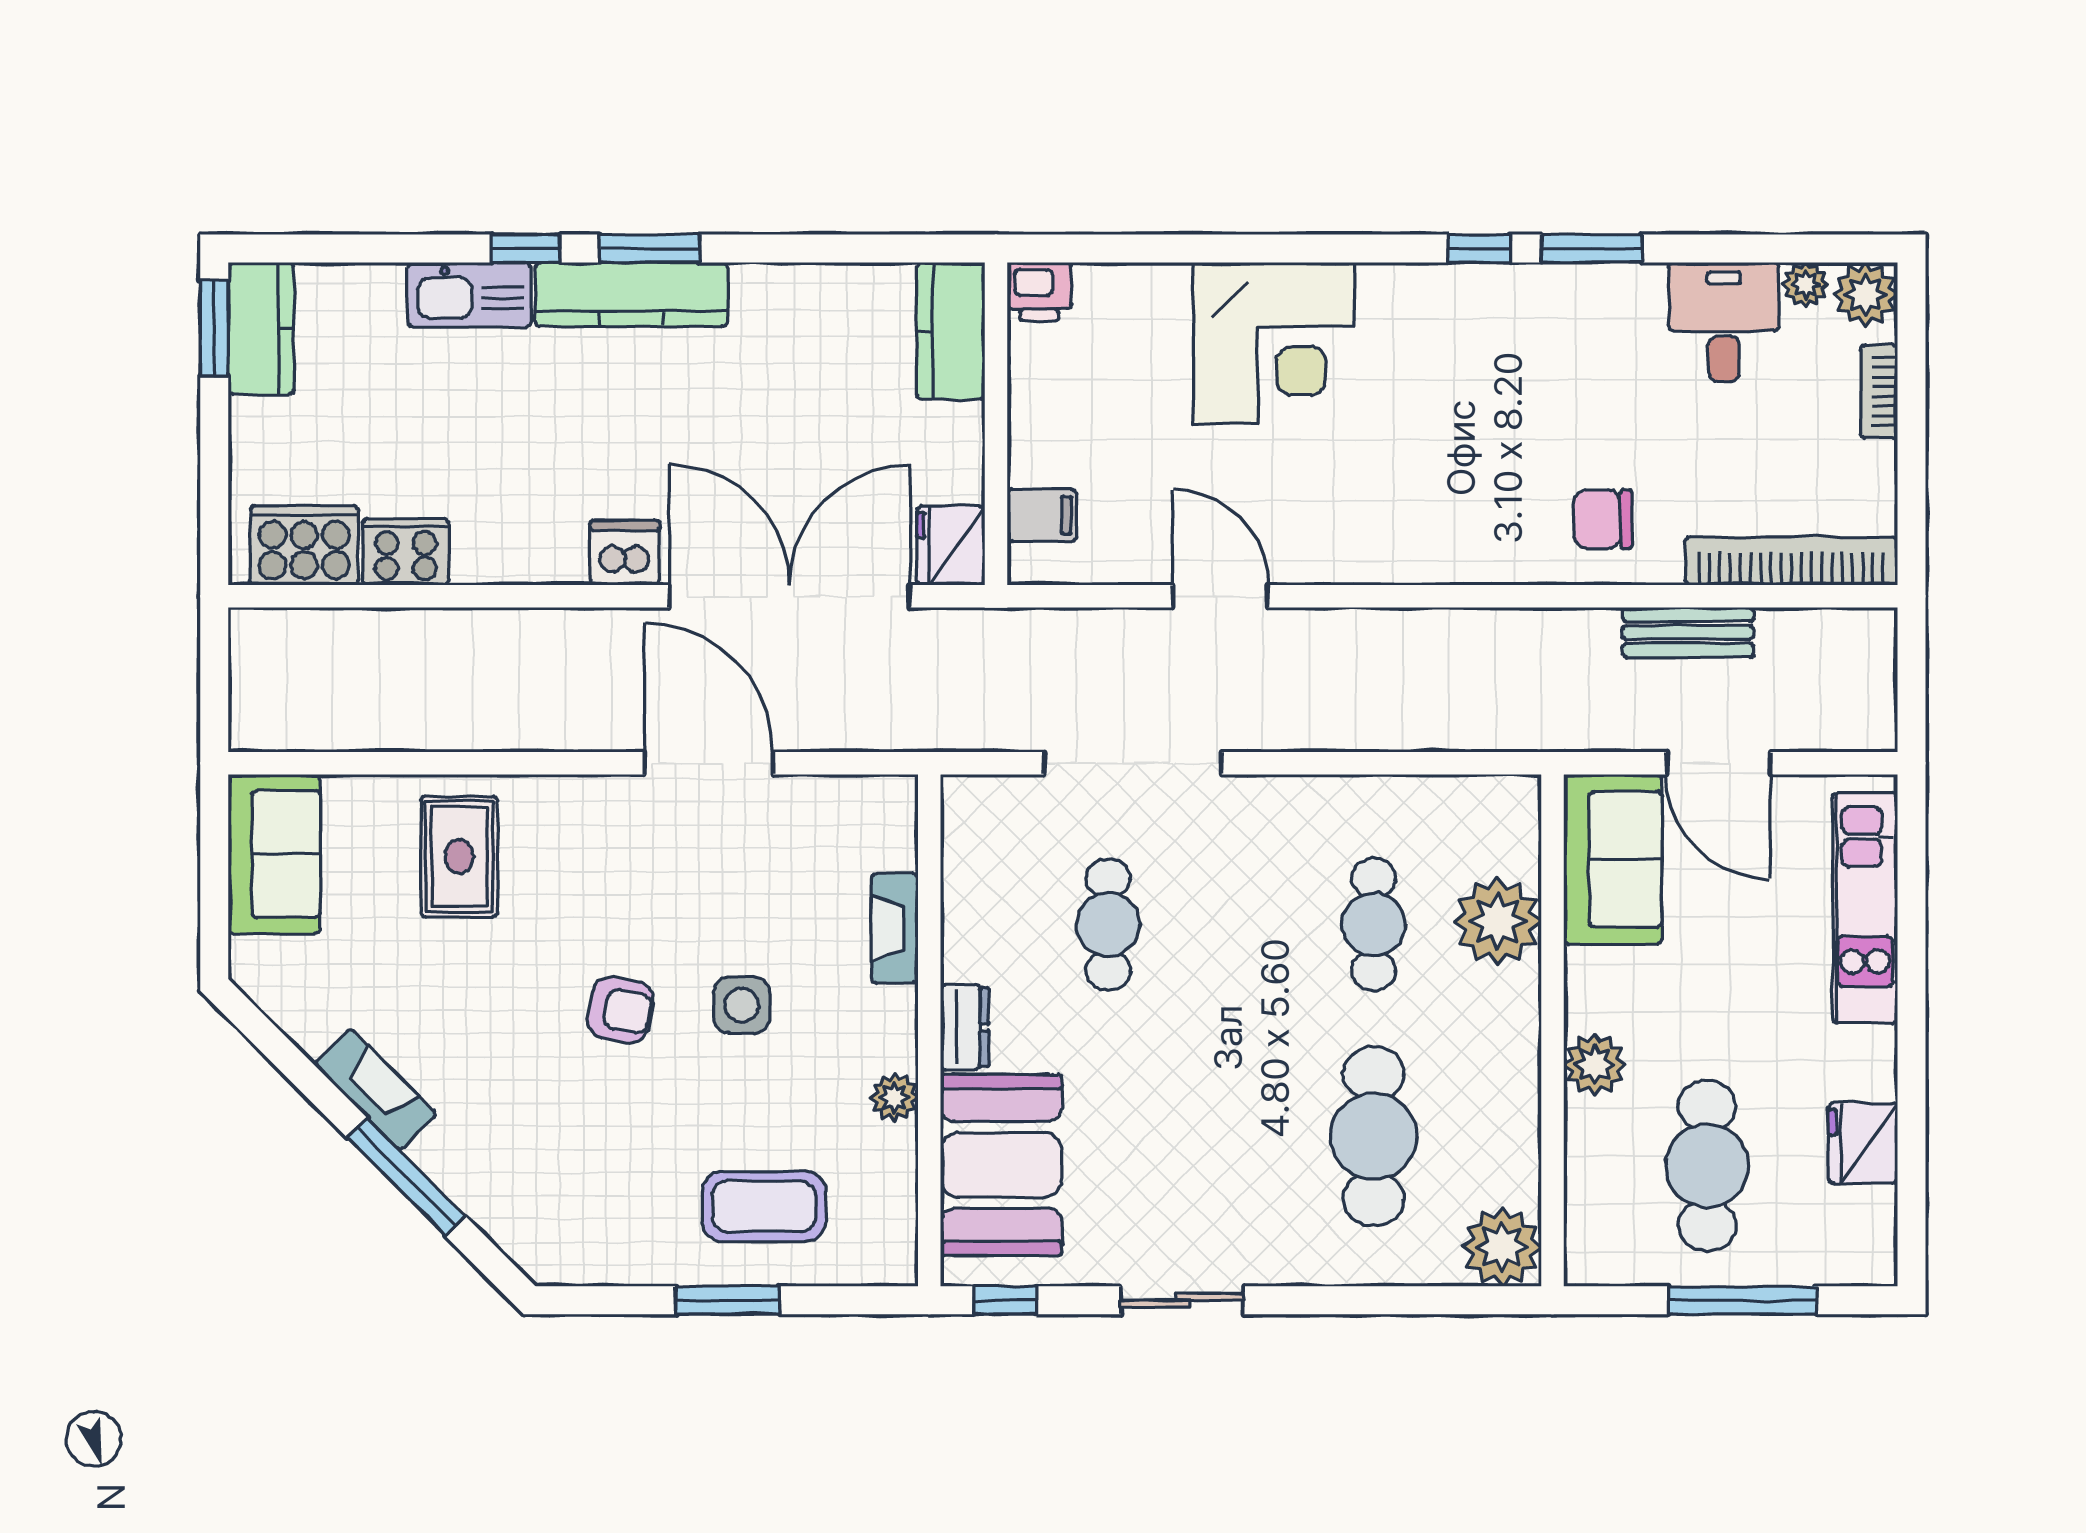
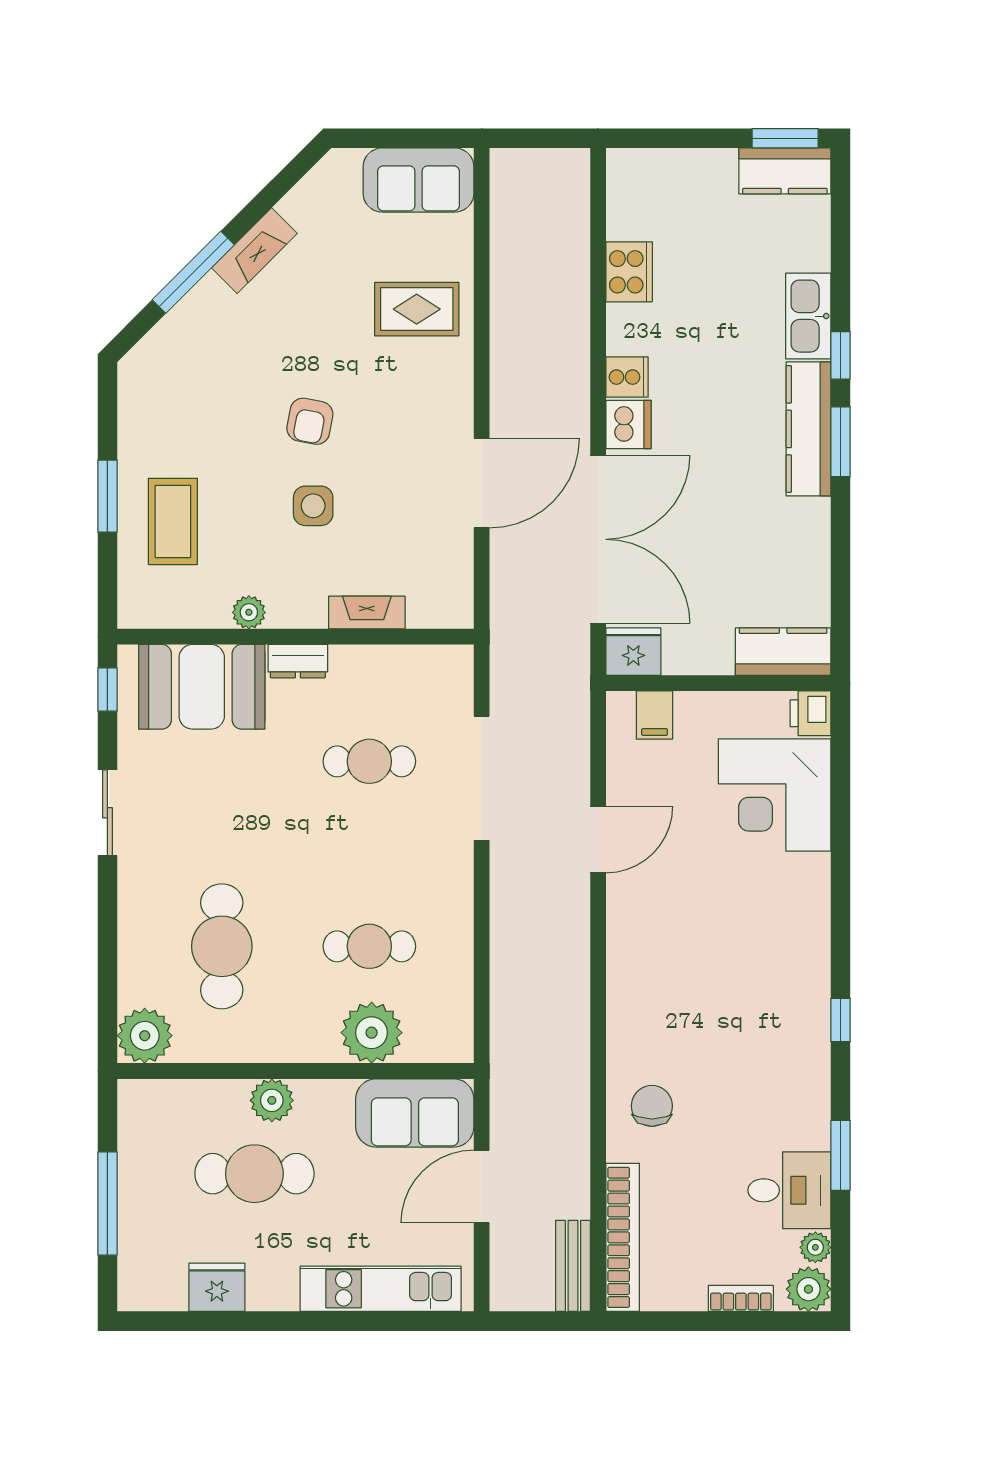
window: (1592, 249) -> (840, 1155), moved
corner desk: (1274, 343) -> (775, 795), moved
cooker: (304, 545) -> (627, 377), moved, width x0.53, depth x0.76
bench: (1688, 632) -> (573, 1266), moved
cafe table: (1374, 1136) -> (222, 946), turned 90
cafe table: (1707, 1166) -> (254, 1174), moved

